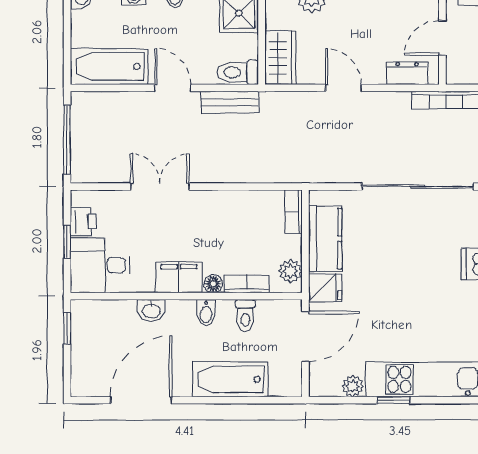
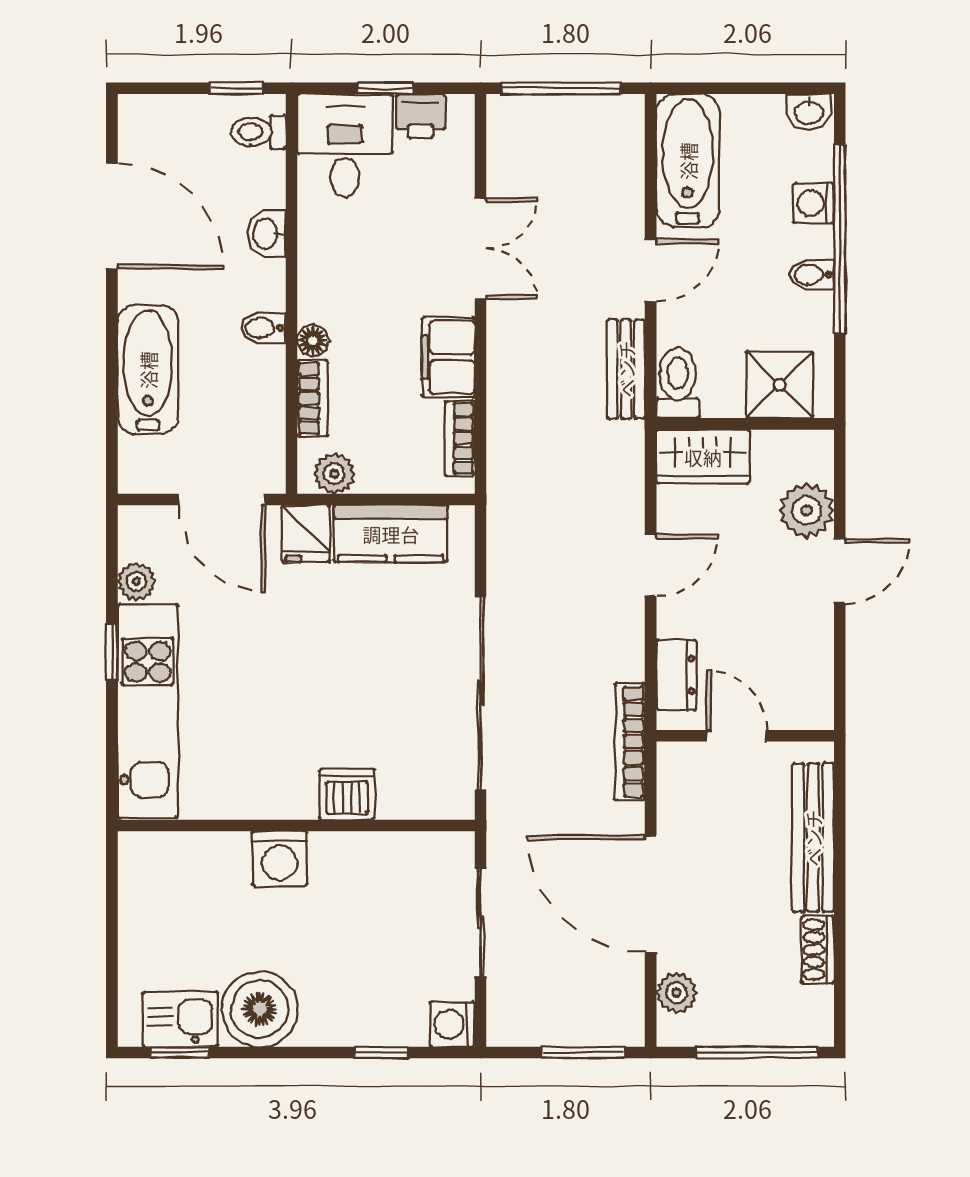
bookcase: (293, 212) -> (460, 438), moved, turned -90
filing cabinet: (179, 277) -> (448, 357), moved, turned 180
toilet: (245, 315) -> (258, 132), moved

